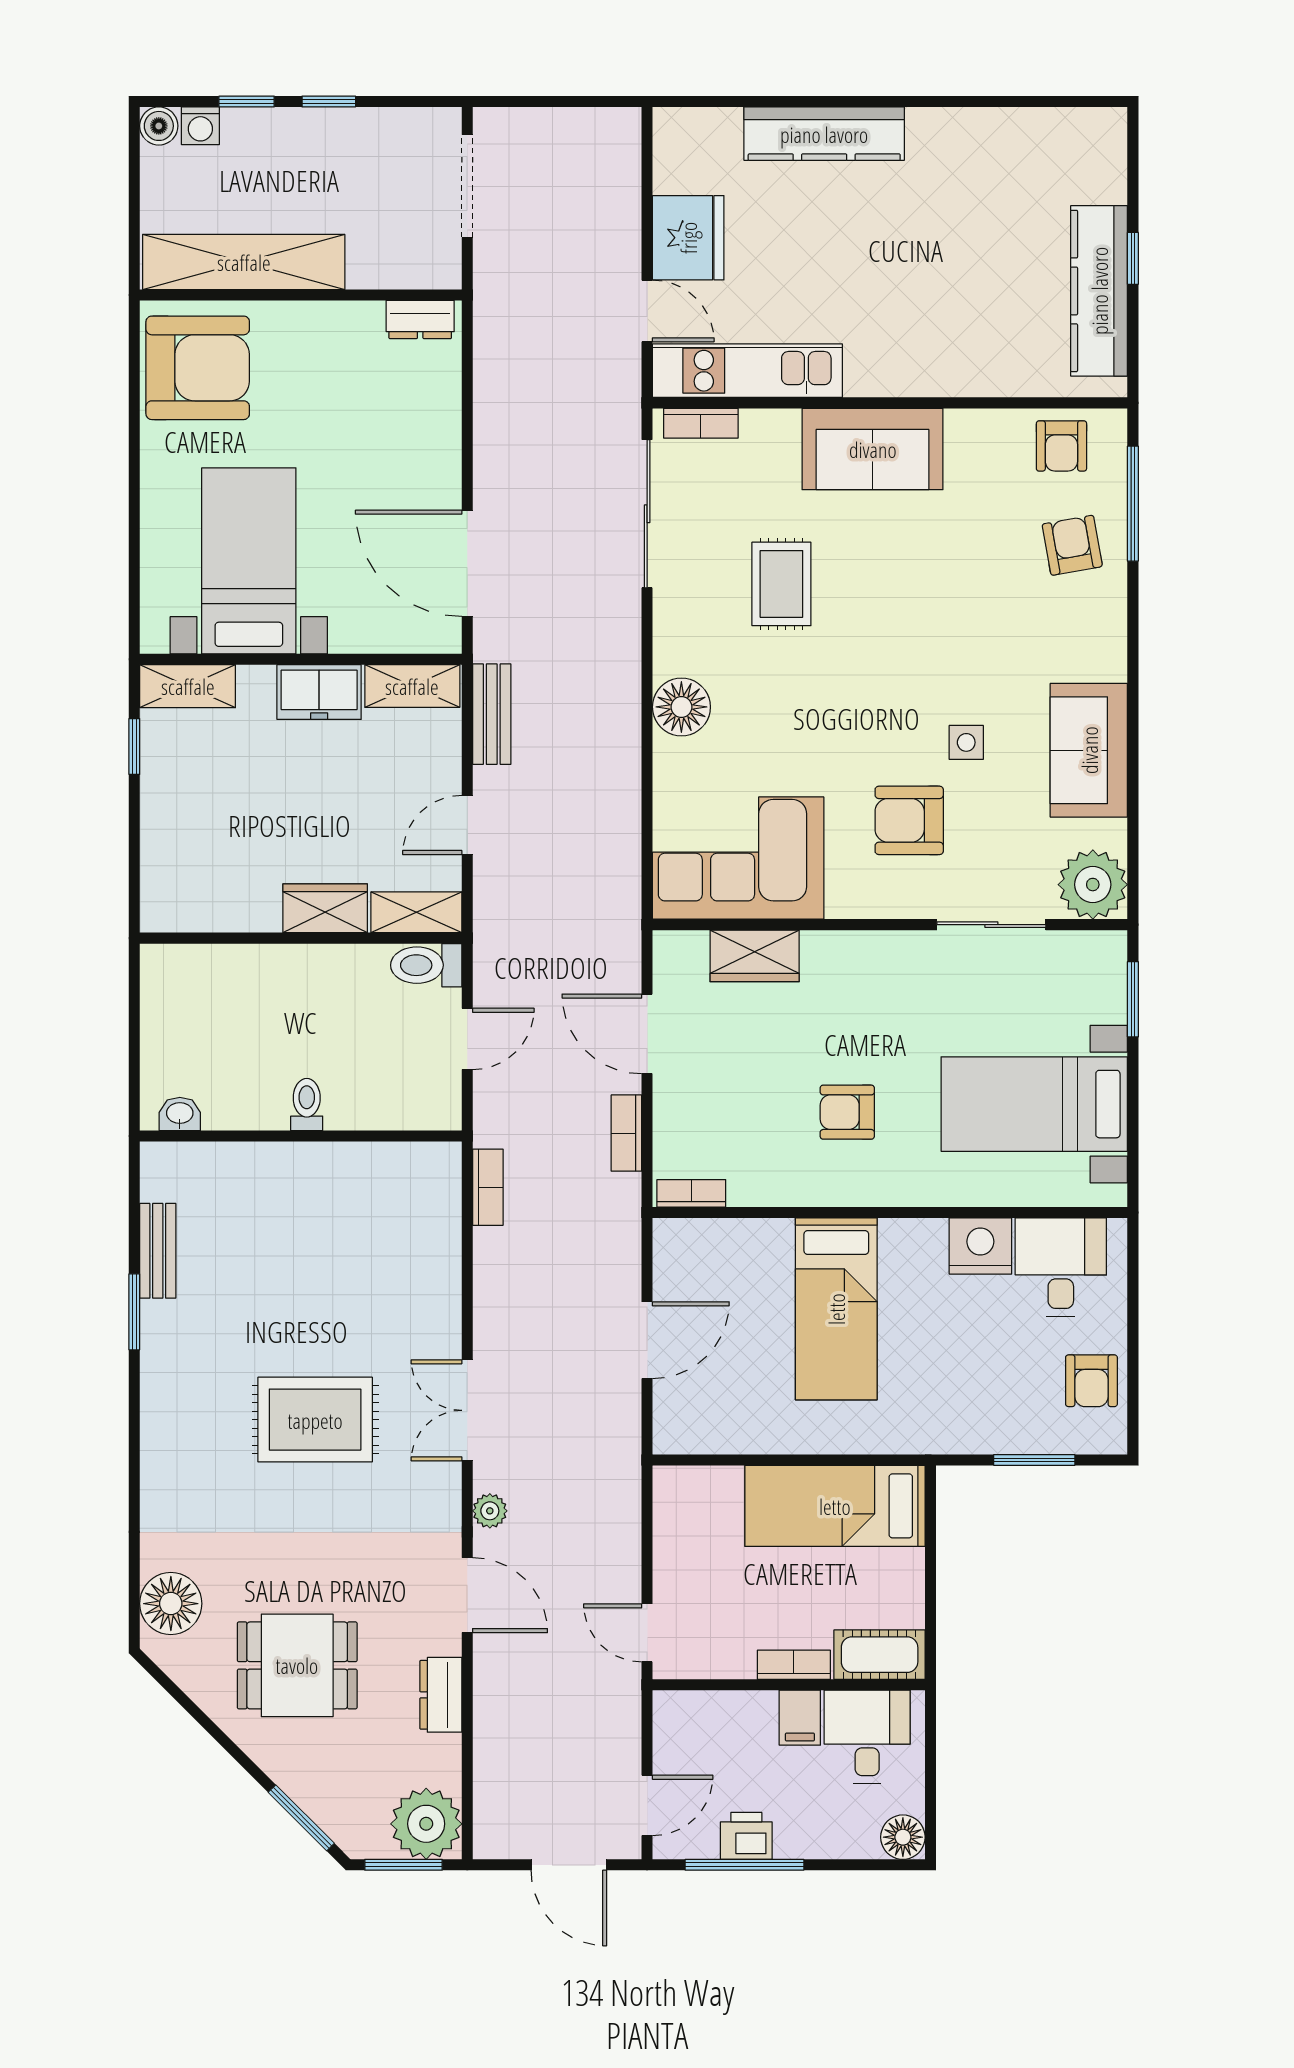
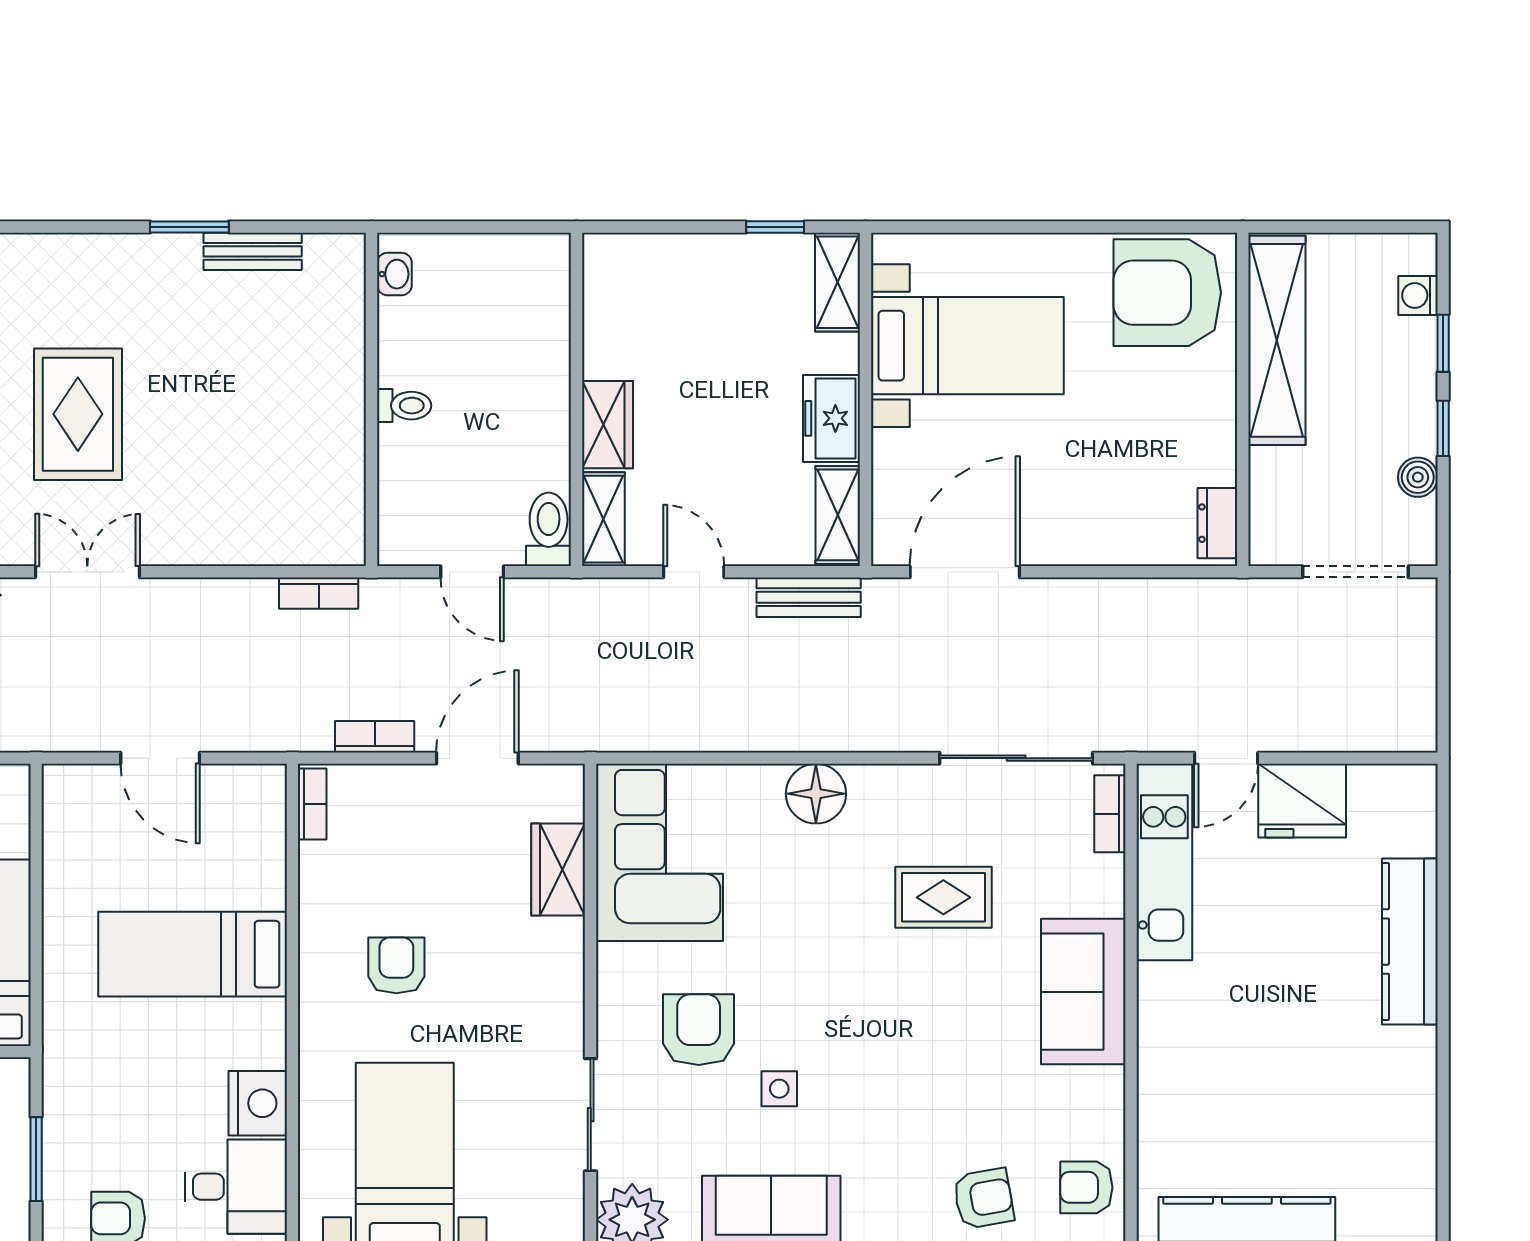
boiler: (159, 126) -> (1418, 477), moved
armchair: (198, 368) -> (1167, 293), turned 90

